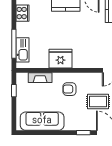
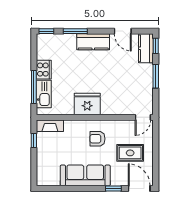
cooker: (22, 13) -> (44, 70), moved
fireplace: (40, 78) -> (50, 126), moved
sofa: (42, 121) -> (85, 175), moved

